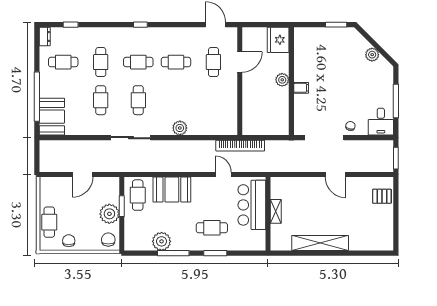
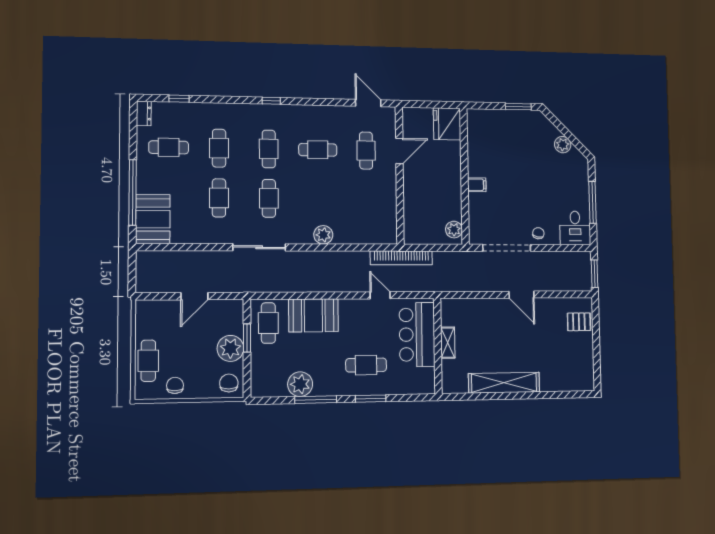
cafe table: (138, 62) -> (269, 149), turned 90
plant: (282, 80) -> (454, 230), moved

